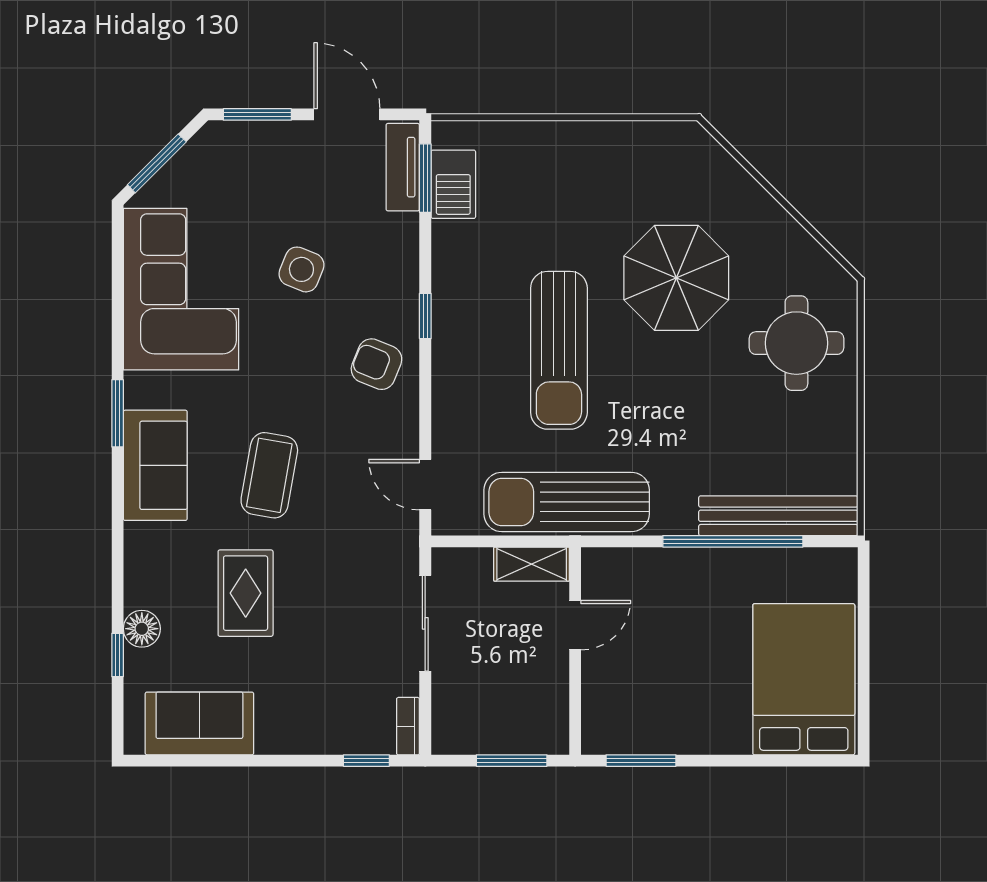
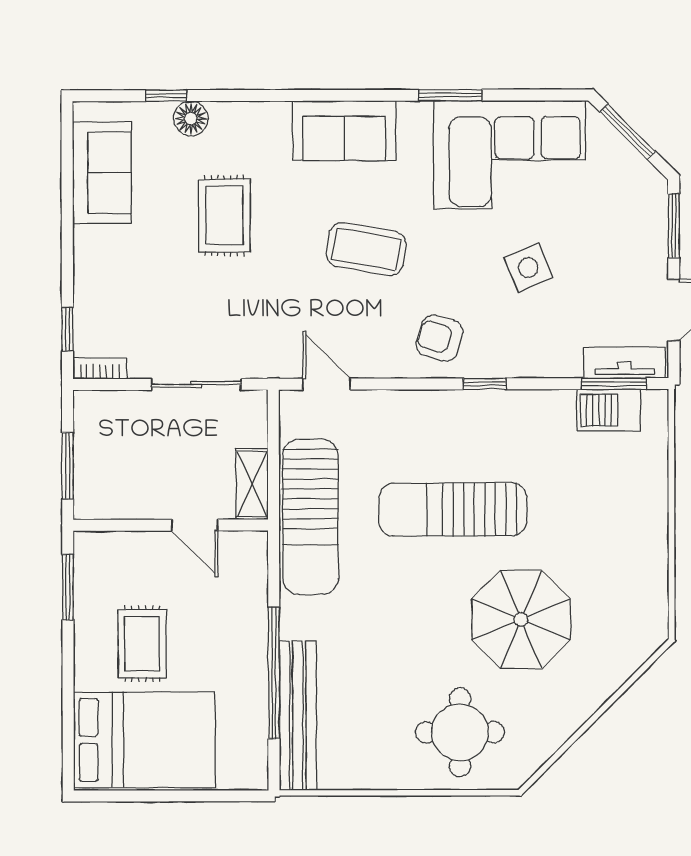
side table: (301, 269) -> (528, 268), turned 45
armchair: (376, 364) -> (439, 338), turned -96
window: (118, 413) -> (451, 95), moved
coffee table: (269, 475) -> (366, 249), moved
door: (425, 485) -> (327, 384), hinge flipped
sun lounger: (567, 502) -> (310, 517), turned 180
rug: (246, 593) -> (224, 216), turned 90
rug: (701, 682) -> (142, 644), added

